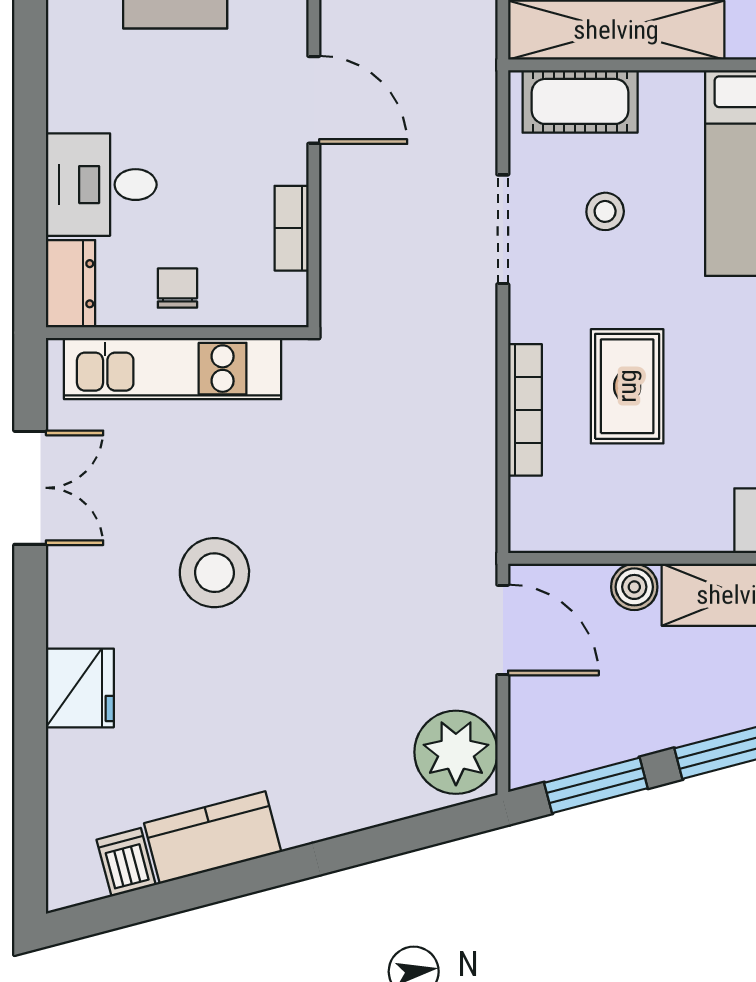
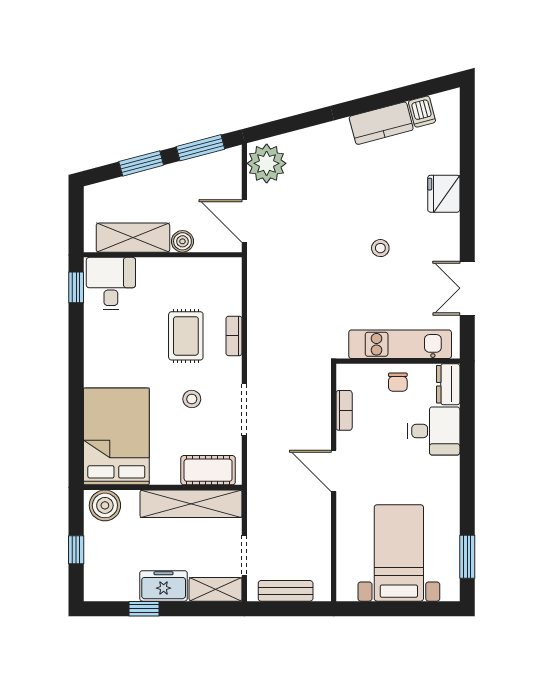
stool: (605, 211) -> (192, 399), moved
bookcase: (525, 410) -> (234, 336), width x0.64
stool: (214, 573) -> (380, 248), width x0.53, depth x0.53

